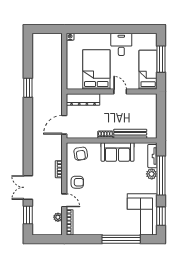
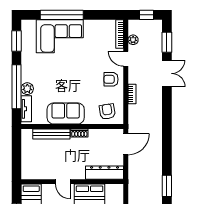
corner sofa: (142, 214) -> (60, 36), moved, turned 90
window: (46, 239) -> (146, 15), added

